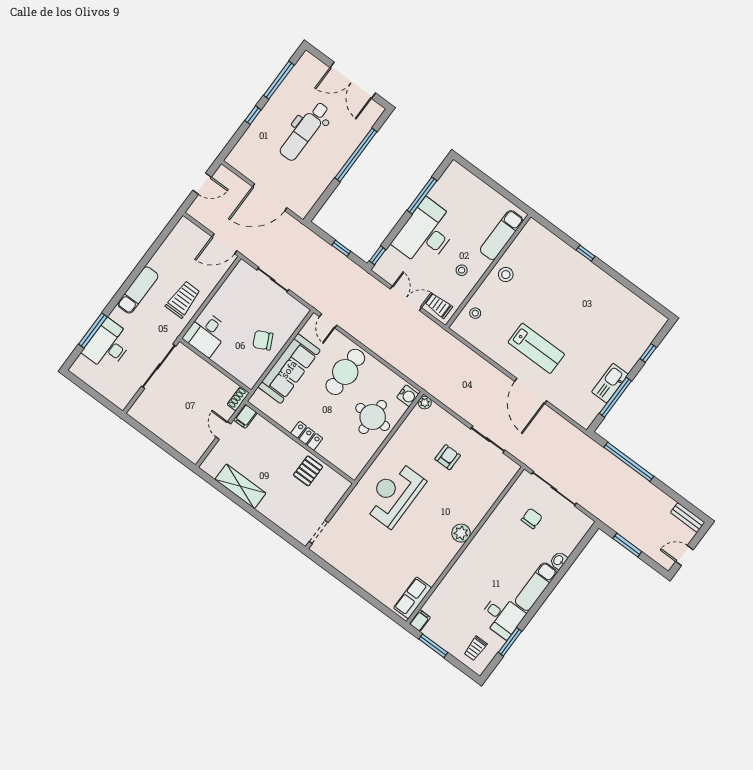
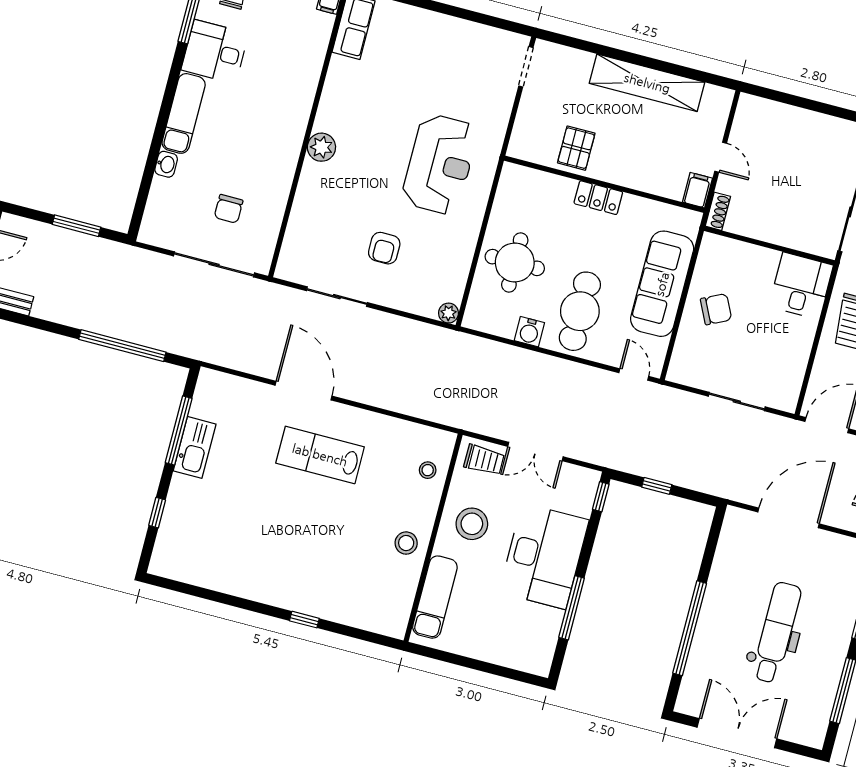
stool: (462, 270) -> (472, 524), width x1.89, depth x1.89
water cooler: (408, 396) -> (529, 332), moved, turned -90
shelving: (240, 486) -> (647, 83), width x1.47

